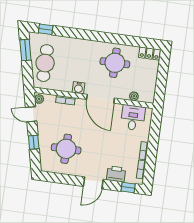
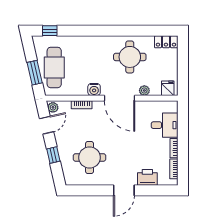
window: (25, 50) -> (35, 73), moved
plant: (134, 96) -> (144, 90), moved
fridge: (145, 96) -> (168, 88), added
door: (31, 114) -> (47, 125), swing flipped
desk: (133, 118) -> (165, 125), moved, turned 90
window: (128, 188) -> (162, 190), removed

